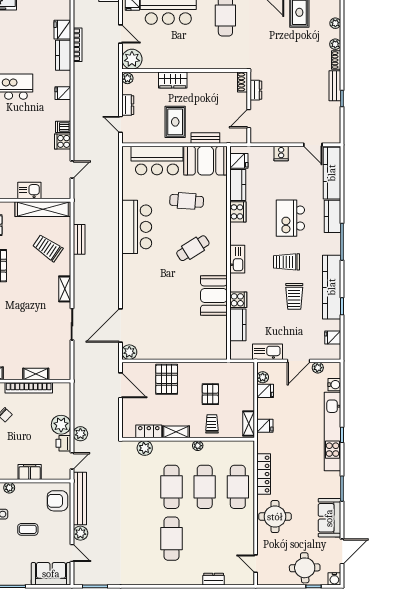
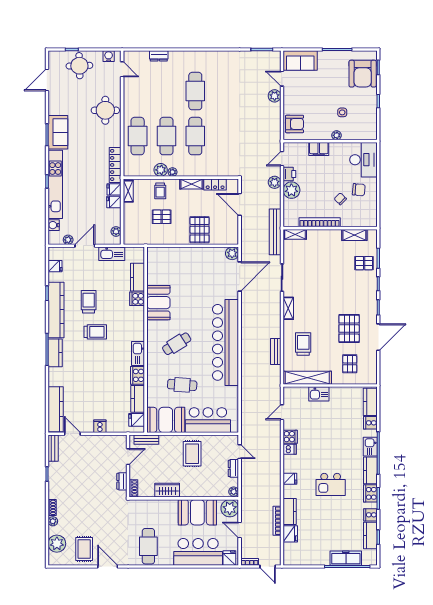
plant: (335, 23) -> (57, 544), width x1.88, depth x1.88
booth: (169, 55) -> (197, 512), added
wardrobe: (173, 80) -> (167, 490), moved
bench: (335, 86) -> (53, 448), moved
bench: (205, 138) -> (146, 440), moved
kitchen counter: (333, 216) -> (55, 353), moved
kitchen island: (290, 218) -> (92, 370), removed
bar counter: (137, 227) -> (226, 342), width x1.86
trolley: (48, 248) -> (303, 344), turned -124
kitchen sink: (237, 259) -> (138, 353), moved
shelving: (36, 374) -> (295, 234), moved
door: (121, 385) -> (240, 204), moved
fridge: (265, 391) -> (114, 202), moved
pallet: (210, 394) -> (162, 217), turned 90
plant: (145, 448) -> (161, 170), moved
locker: (264, 474) -> (115, 165), moved
bench: (80, 498) -> (275, 232), moved
sofa: (329, 518) -> (58, 132), moved
coffee table: (28, 529) -> (320, 99), removed
water cooler: (334, 579) -> (109, 56), moved

